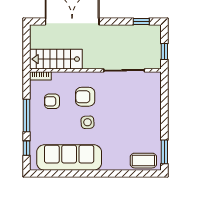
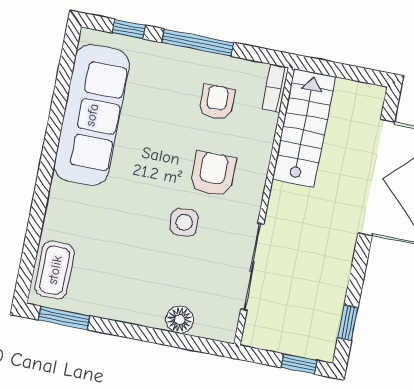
window: (164, 51) -> (299, 364), moved
floor lamp: (155, 99) -> (180, 320), added
side table: (88, 122) -> (184, 222), moved

